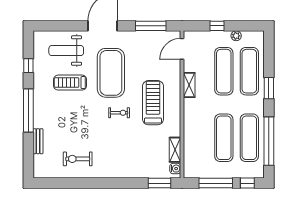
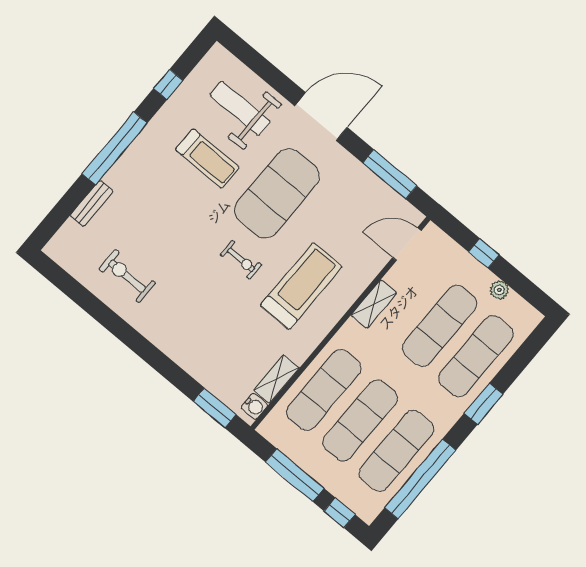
treadmill: (70, 83) -> (207, 158), turned 180
exercise mat: (198, 138) -> (324, 390), added

